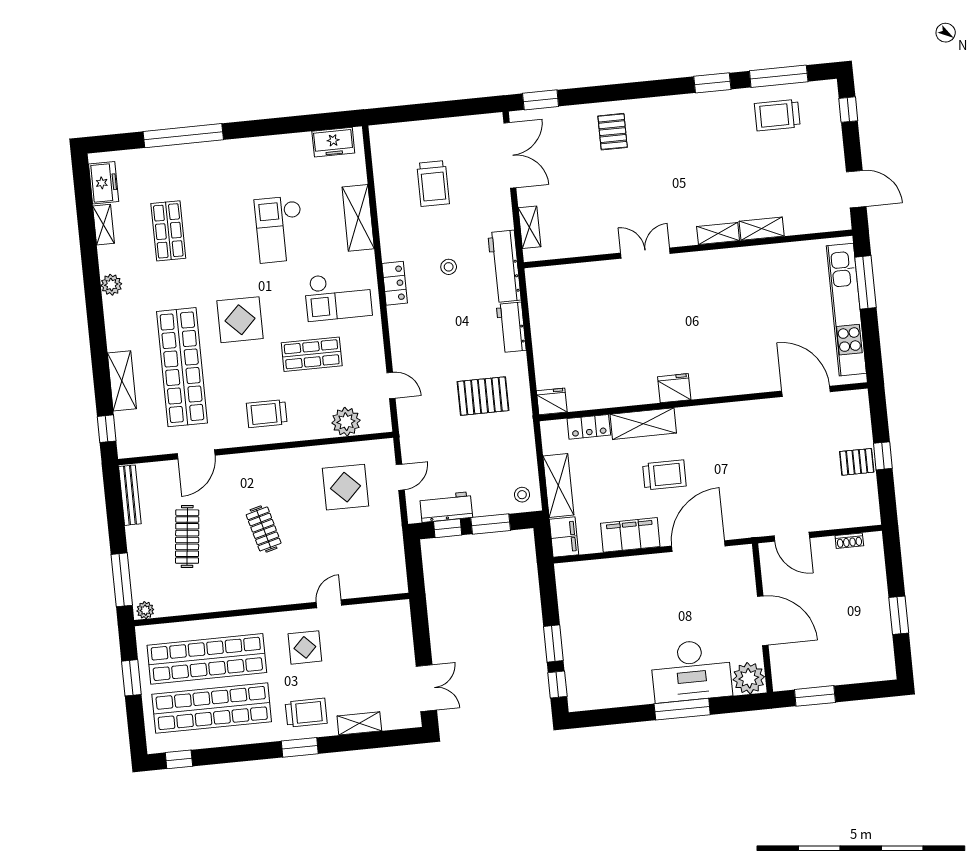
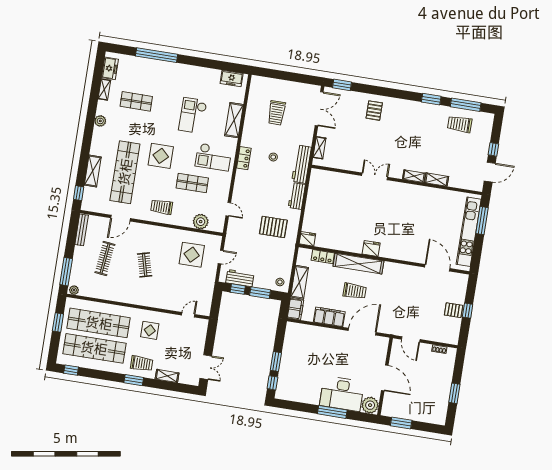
window: (848, 110) -> (493, 149), moved
door: (856, 189) -> (490, 172), hinge flipped
shop shelf: (168, 231) -> (136, 101), turned 90
shelving: (643, 424) -> (358, 264), width x1.47
door: (329, 604) -> (188, 315), moved

